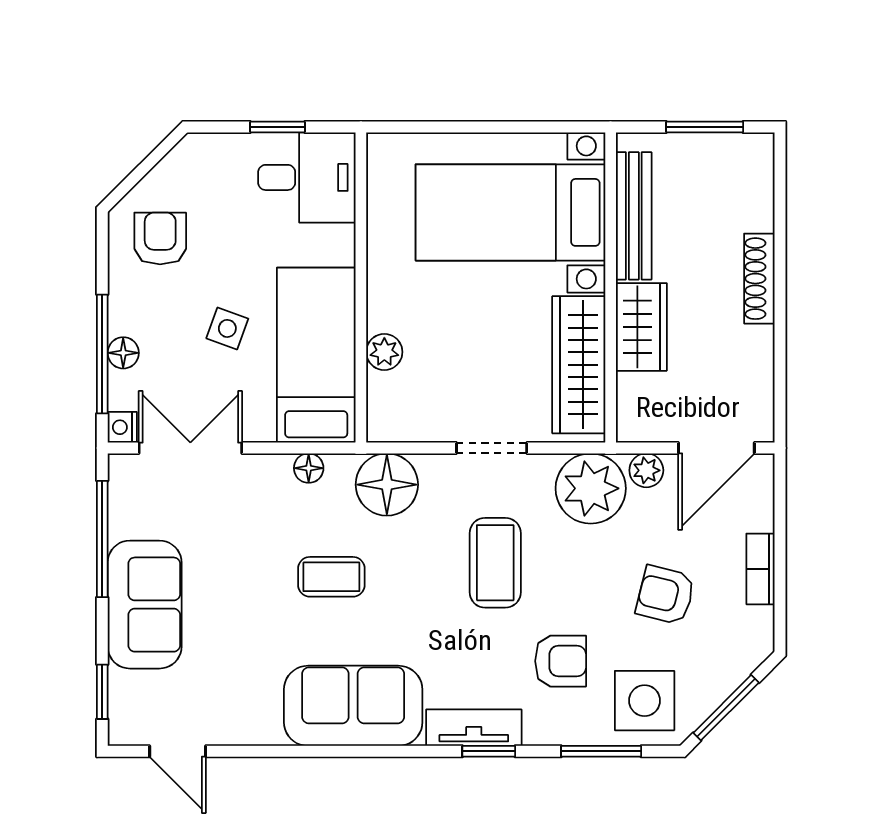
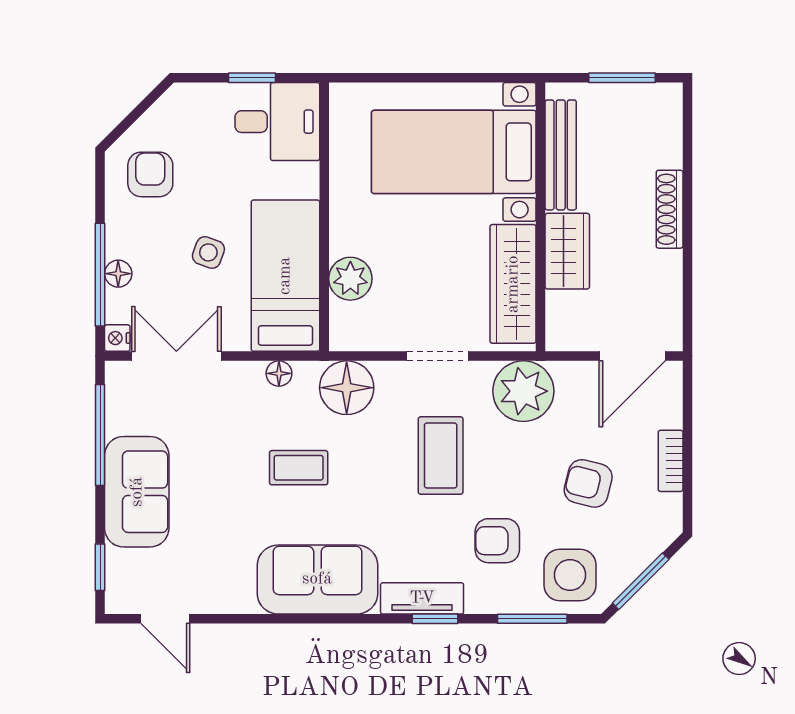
plant: (384, 352) -> (350, 279), width x1.38, depth x1.38
plant: (646, 470) -> (572, 375), removed
armchair: (561, 661) -> (497, 541), turned 180

